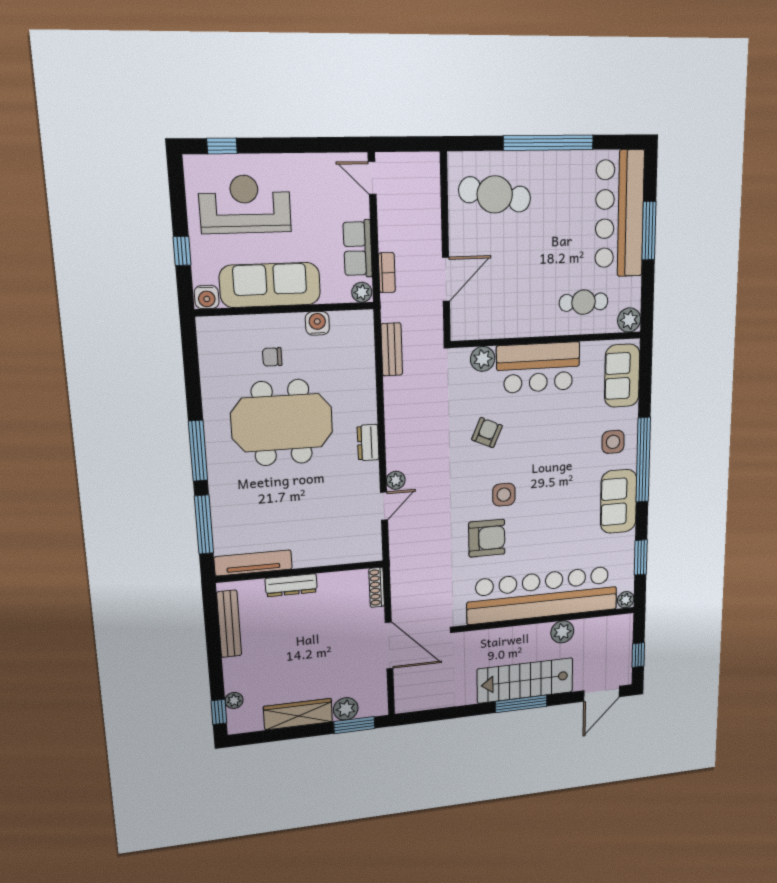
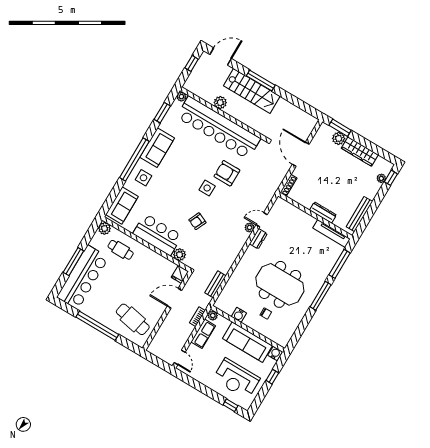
fridge: (462, 326) -> (180, 274), added
dresser: (368, 443) -> (258, 239), moved

